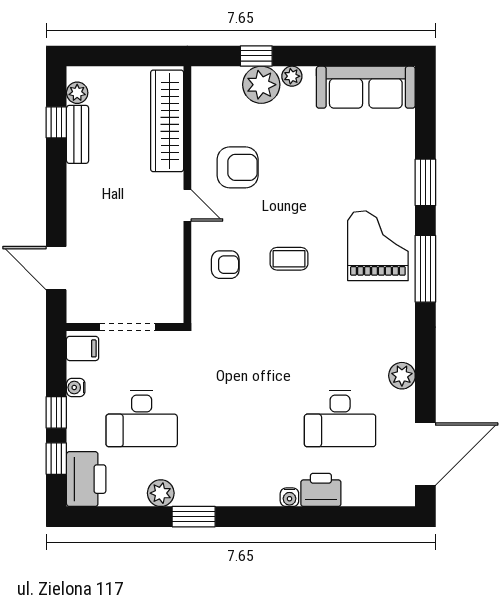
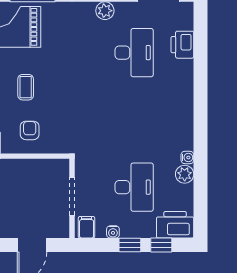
printer: (321, 490) -> (182, 45), moved
water cooler: (289, 497) -> (187, 157), moved
window: (194, 517) -> (201, 152), removed

